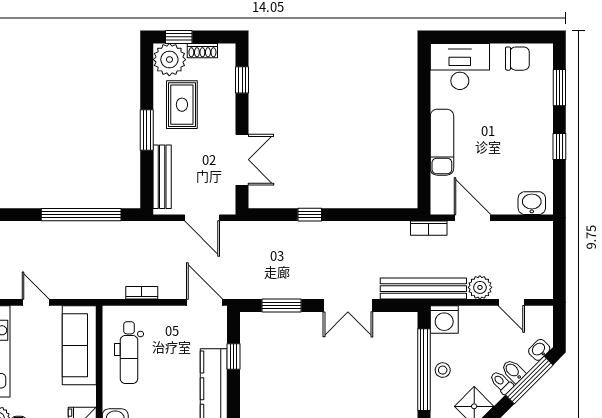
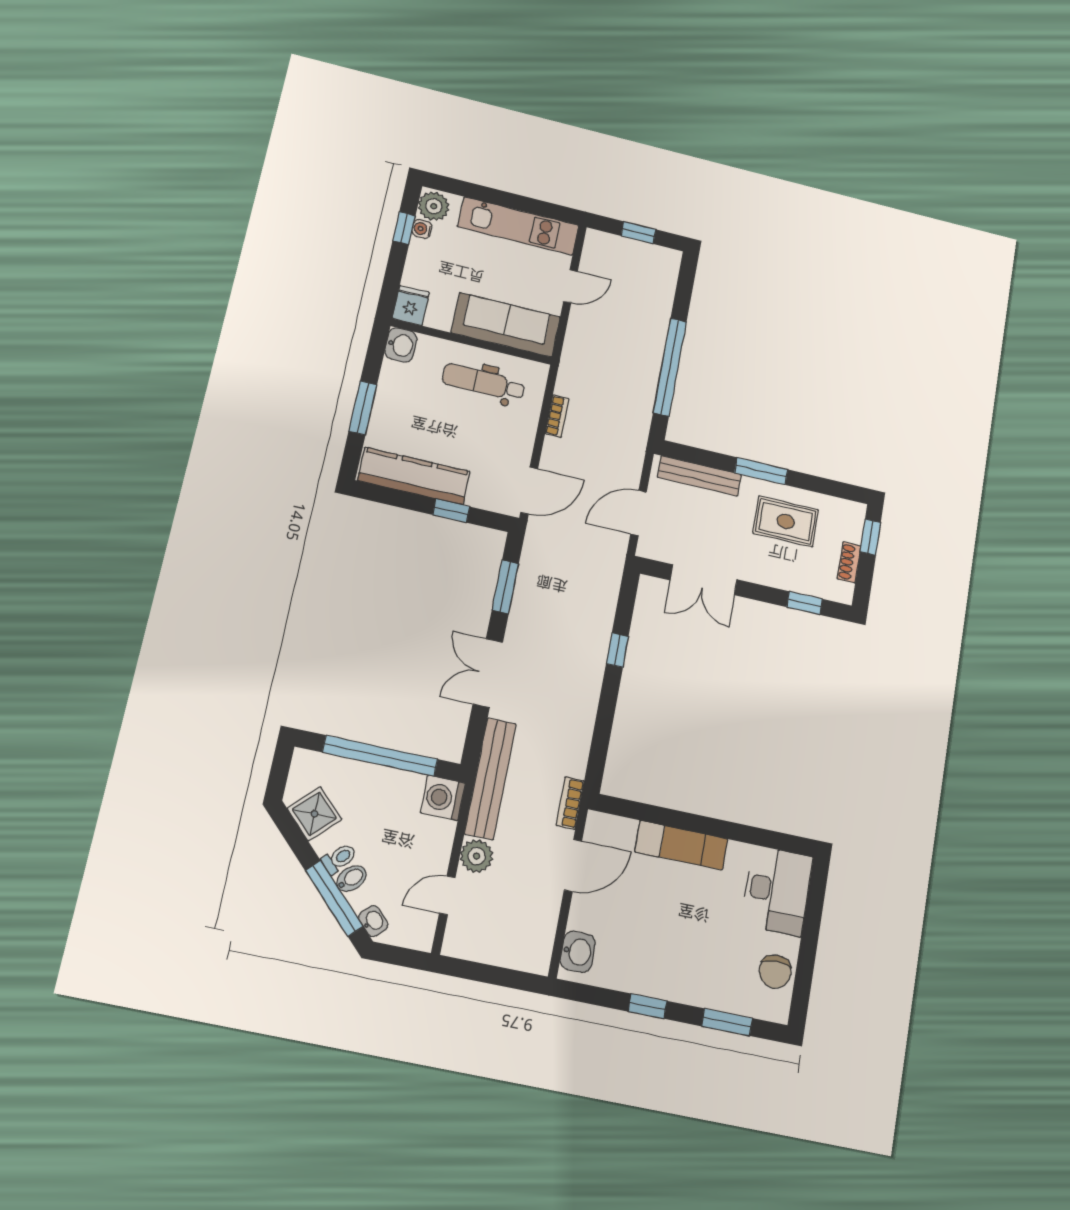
plant: (169, 60) -> (844, 519), removed
stool: (443, 370) -> (374, 781), removed

